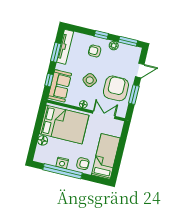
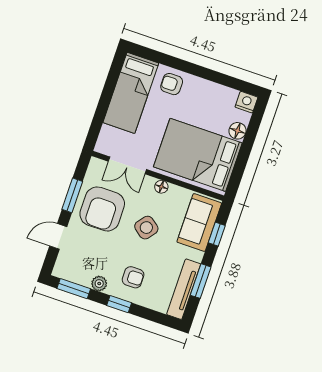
nightstand: (62, 163) -> (246, 102), moved
window: (63, 171) -> (208, 74), removed

